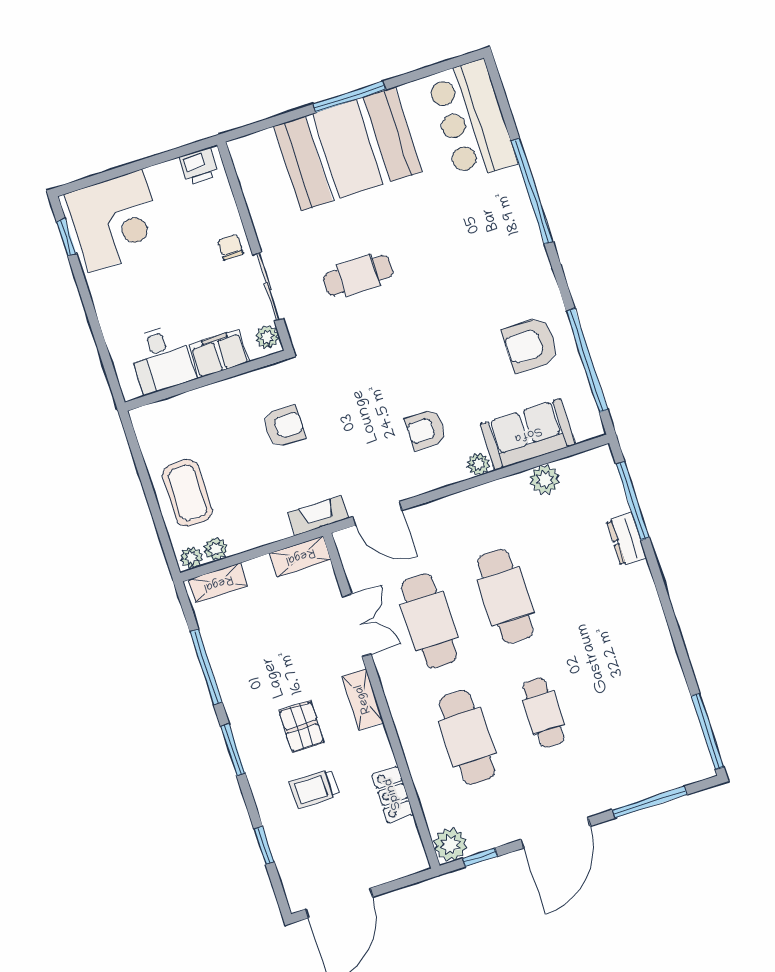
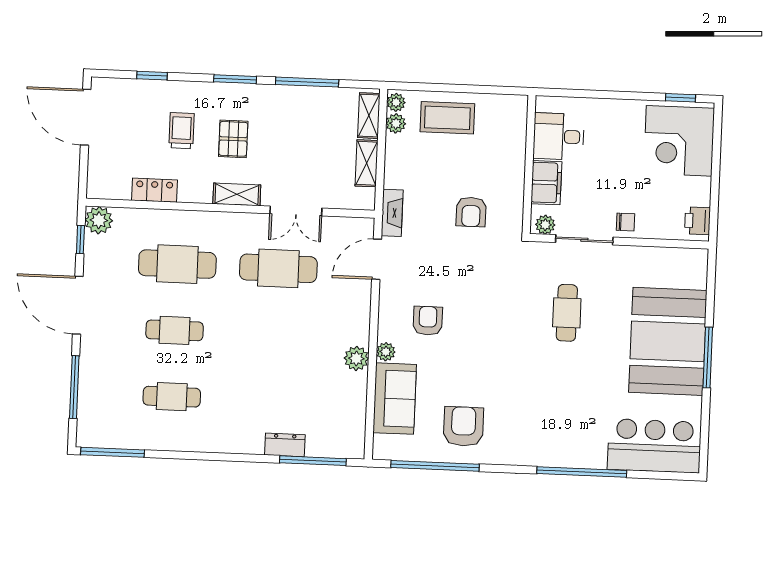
plant: (545, 480) -> (356, 358), moved
shelving: (300, 556) -> (367, 163), moved
cafe table: (505, 596) -> (172, 397), moved, width x0.73, depth x0.74
pallet: (301, 727) -> (233, 139), turned 90

